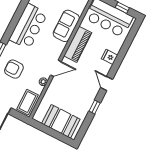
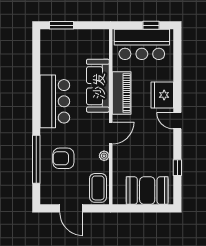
sofa: (66, 26) -> (98, 86), width x1.36
fridge: (110, 57) -> (162, 95), width x1.88, depth x1.34
window: (95, 107) -> (177, 168), moved

